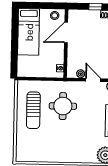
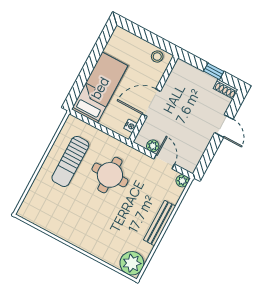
bed: (29, 32) -> (100, 88), moved, turned 180
door: (66, 32) -> (151, 103), moved

